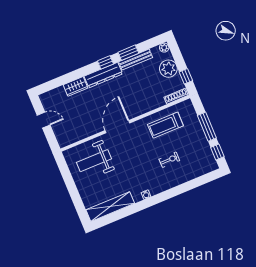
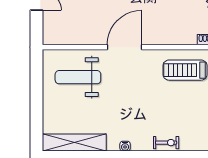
exercise bike: (169, 160) -> (166, 143), moved

